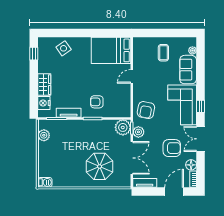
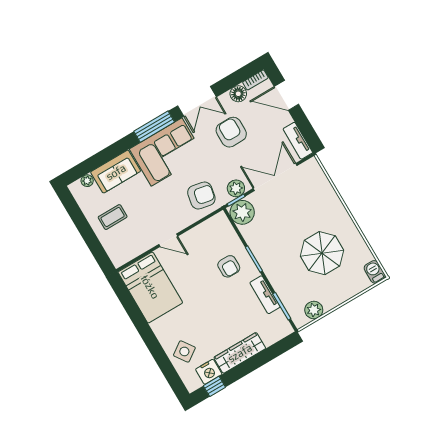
wardrobe: (44, 85) -> (240, 353), width x1.50
nightstand: (44, 103) -> (209, 372), moved
window: (201, 106) -> (154, 127), width x2.17
parasol: (100, 166) -> (322, 253), moved

